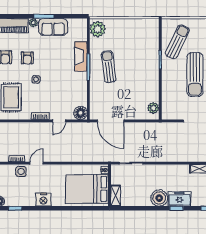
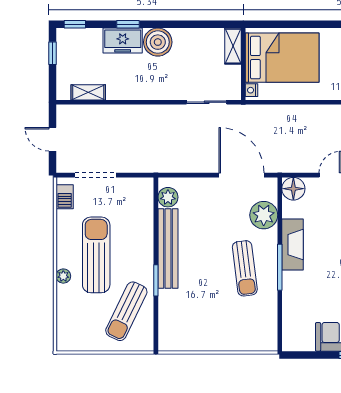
plant: (98, 29) -> (264, 215), moved
fireplace: (81, 56) -> (292, 245), moved
bench: (153, 78) -> (168, 249), added

